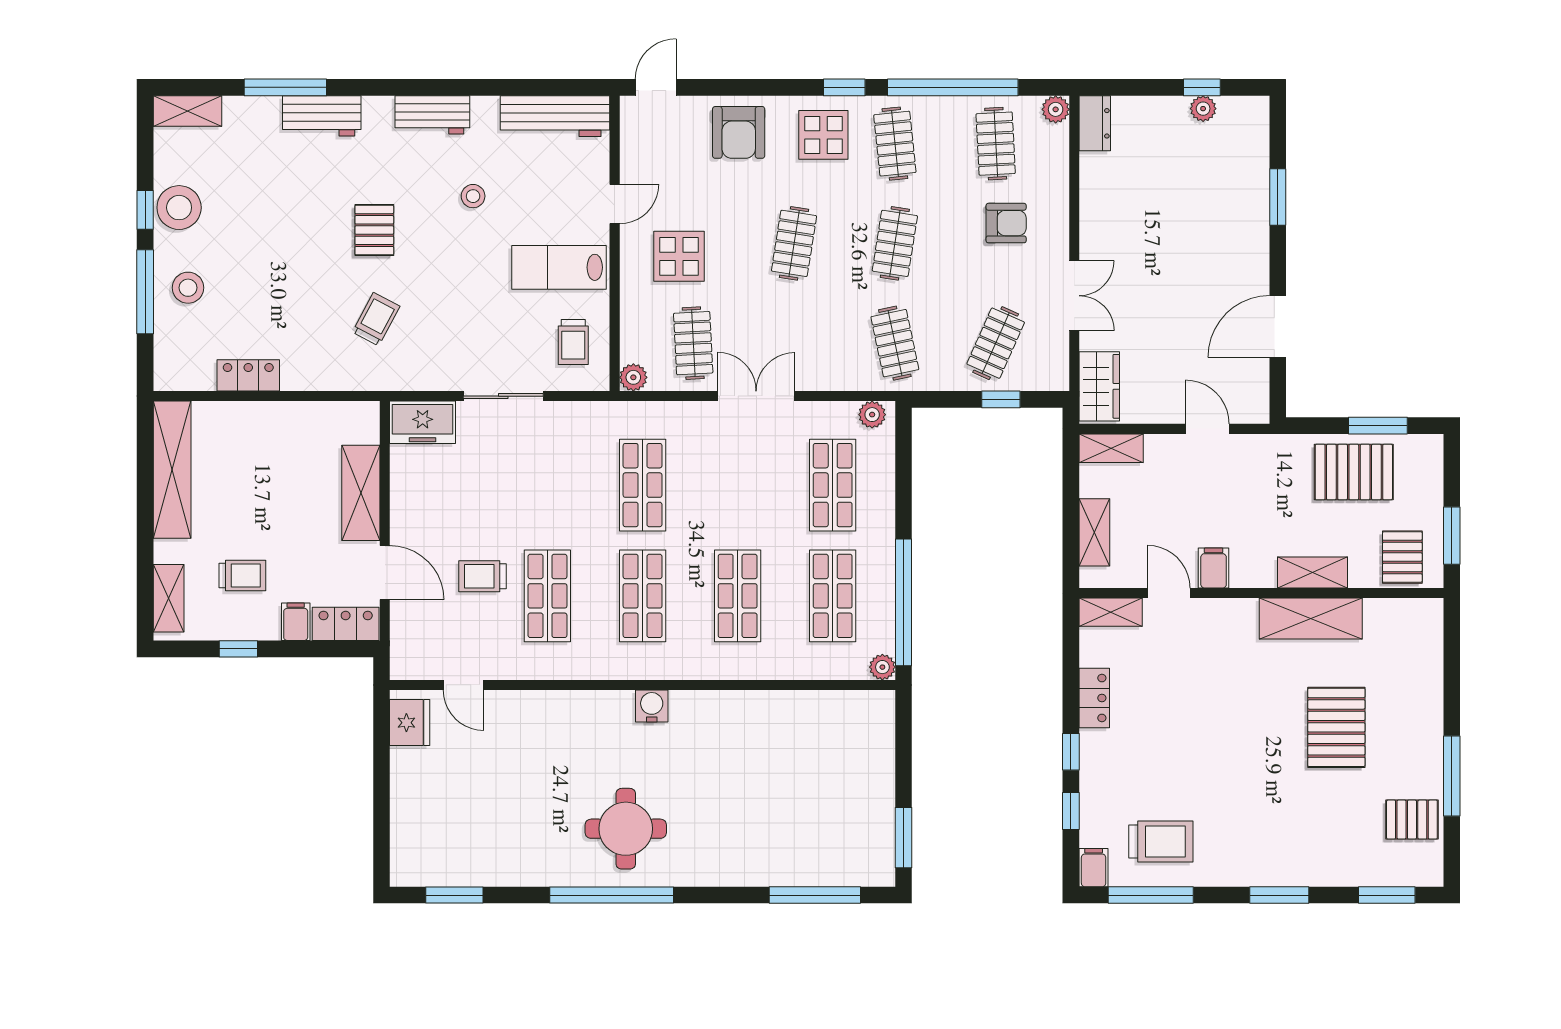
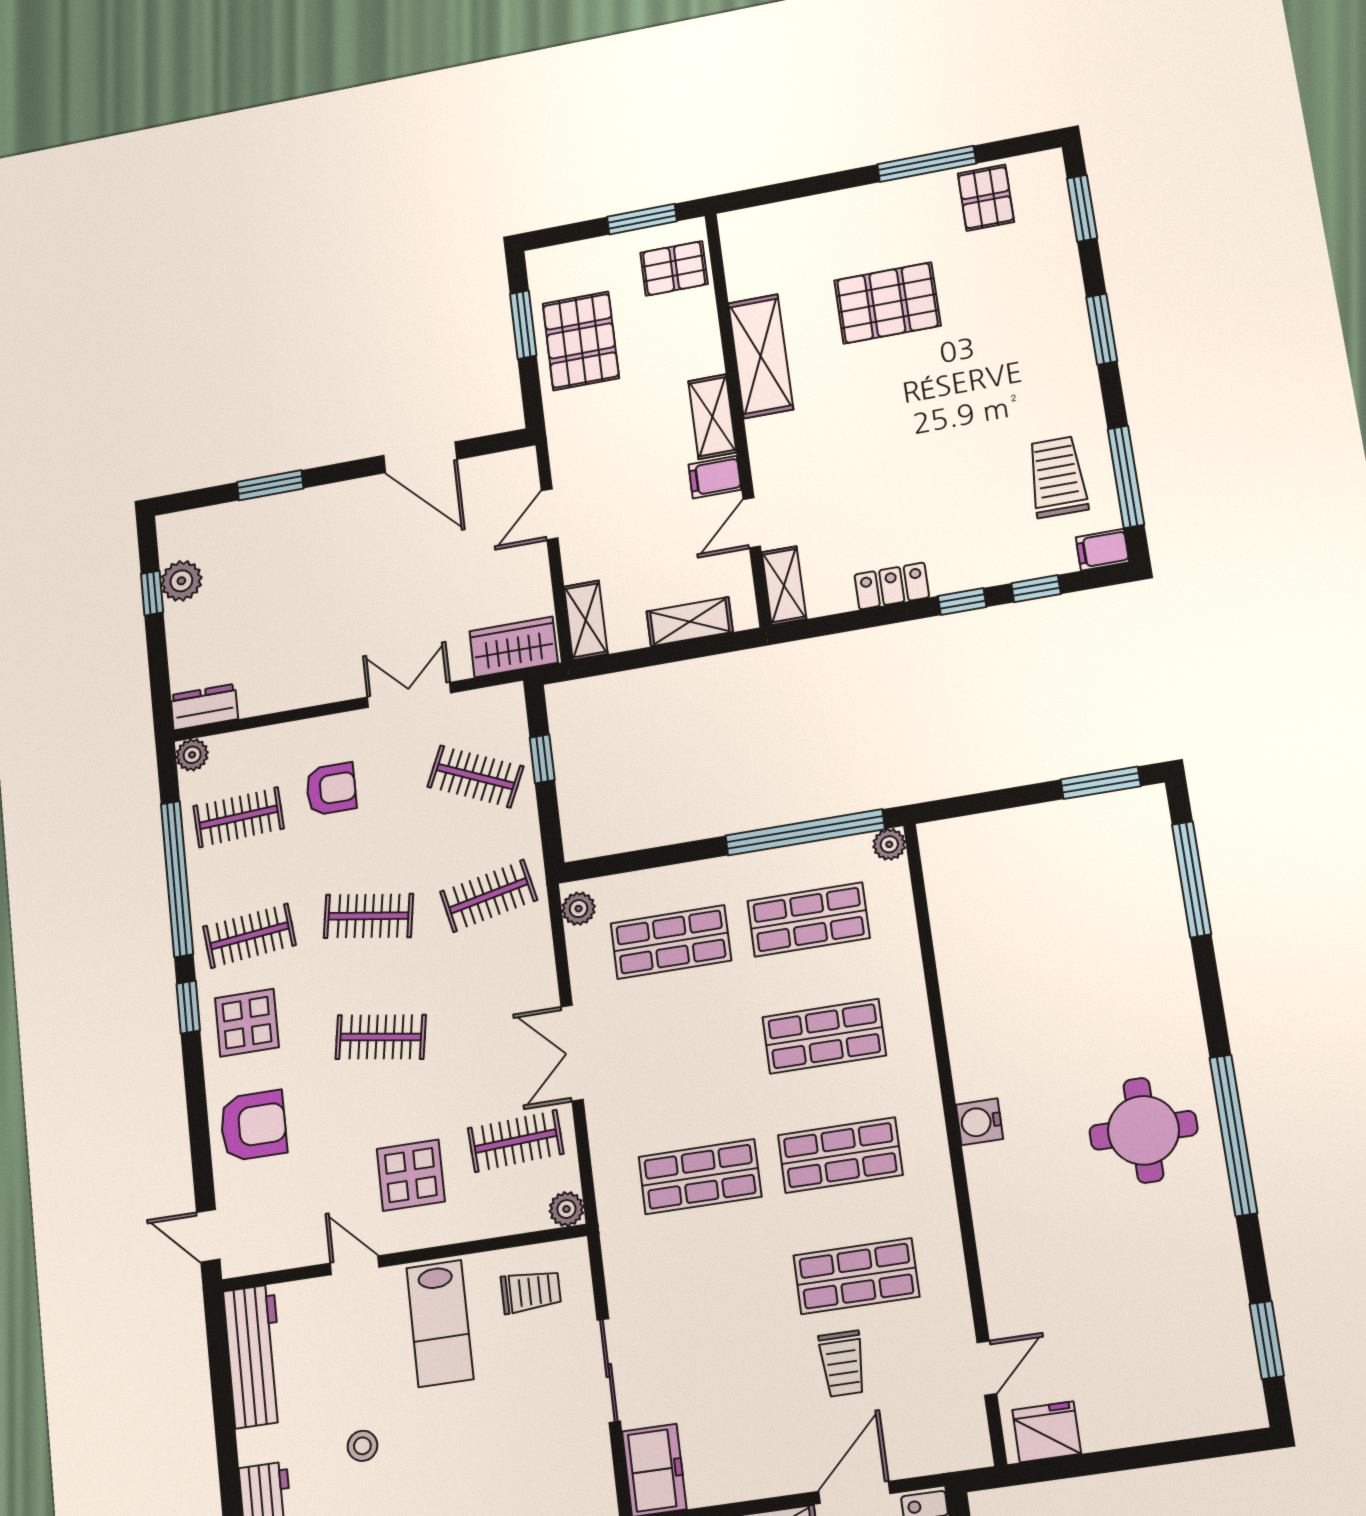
plant: (1203, 109) -> (181, 581), width x1.38, depth x1.38
armchair: (1006, 223) -> (331, 789), turned 90
shelving: (1312, 572) -> (712, 417), moved

